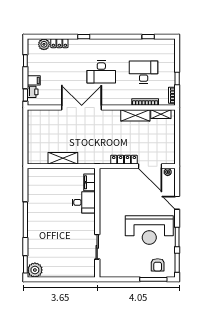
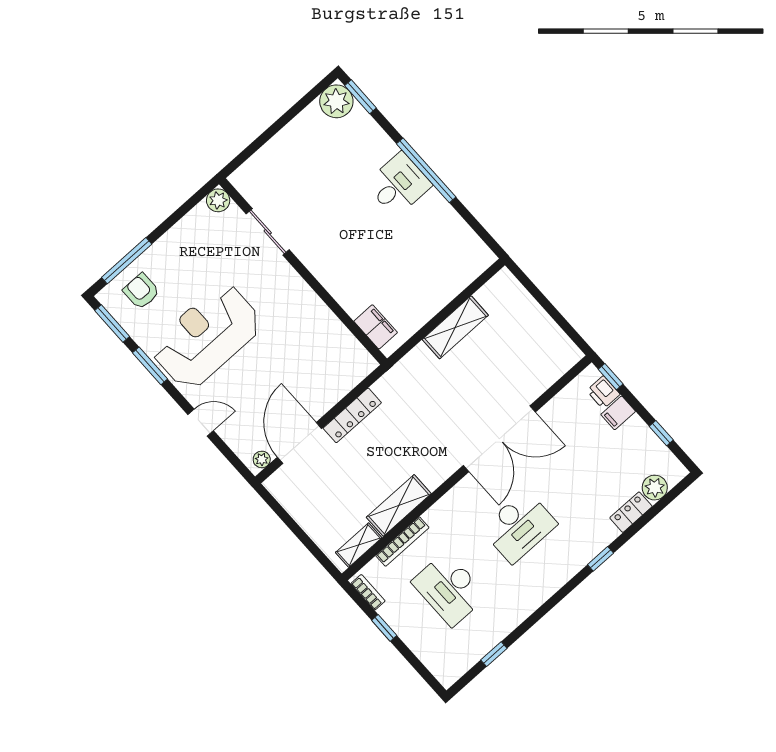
desk: (101, 72) -> (519, 526), turned 180
desk: (144, 72) -> (449, 589), turned 90
door: (150, 166) -> (300, 443), hinge flipped
desk: (84, 202) -> (399, 184), moved, turned 180
plant: (104, 272) -> (218, 200), added

